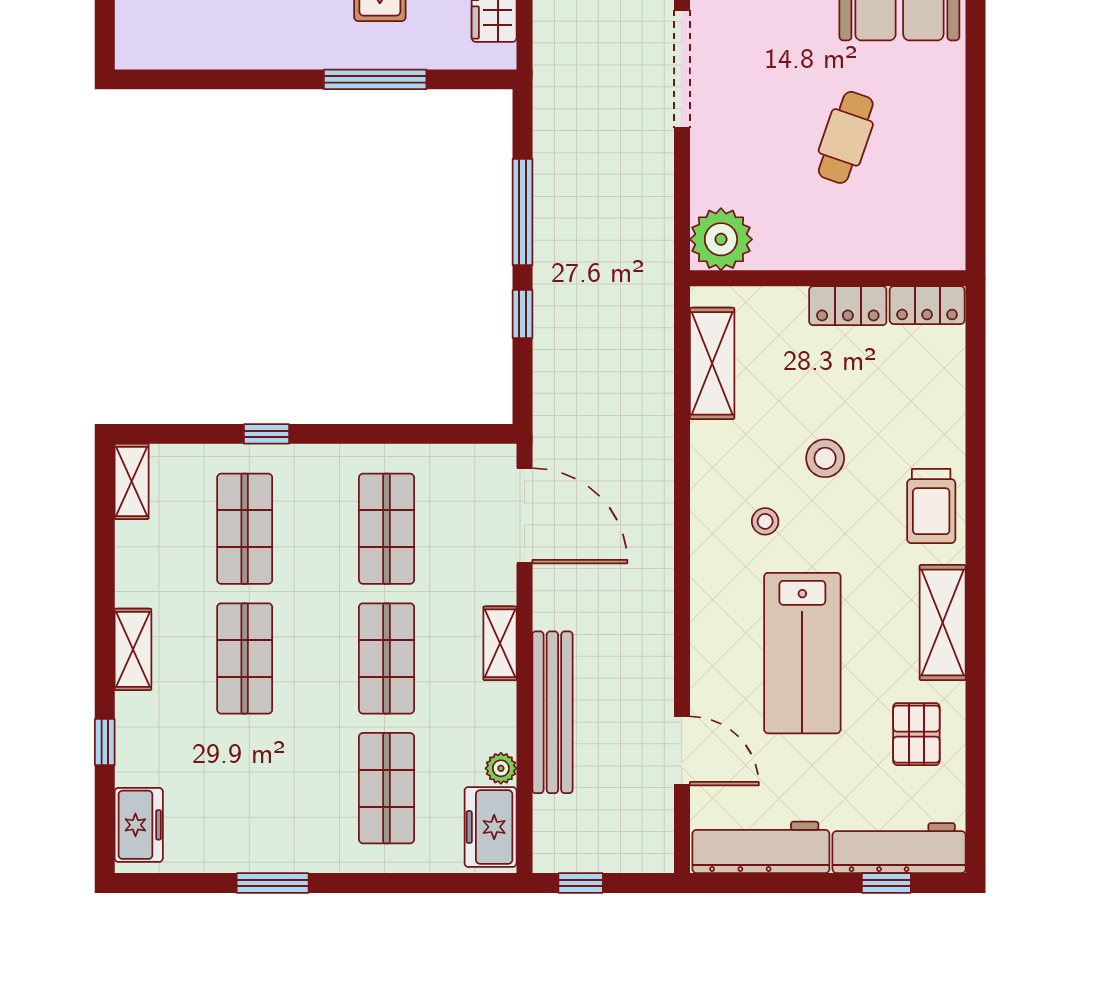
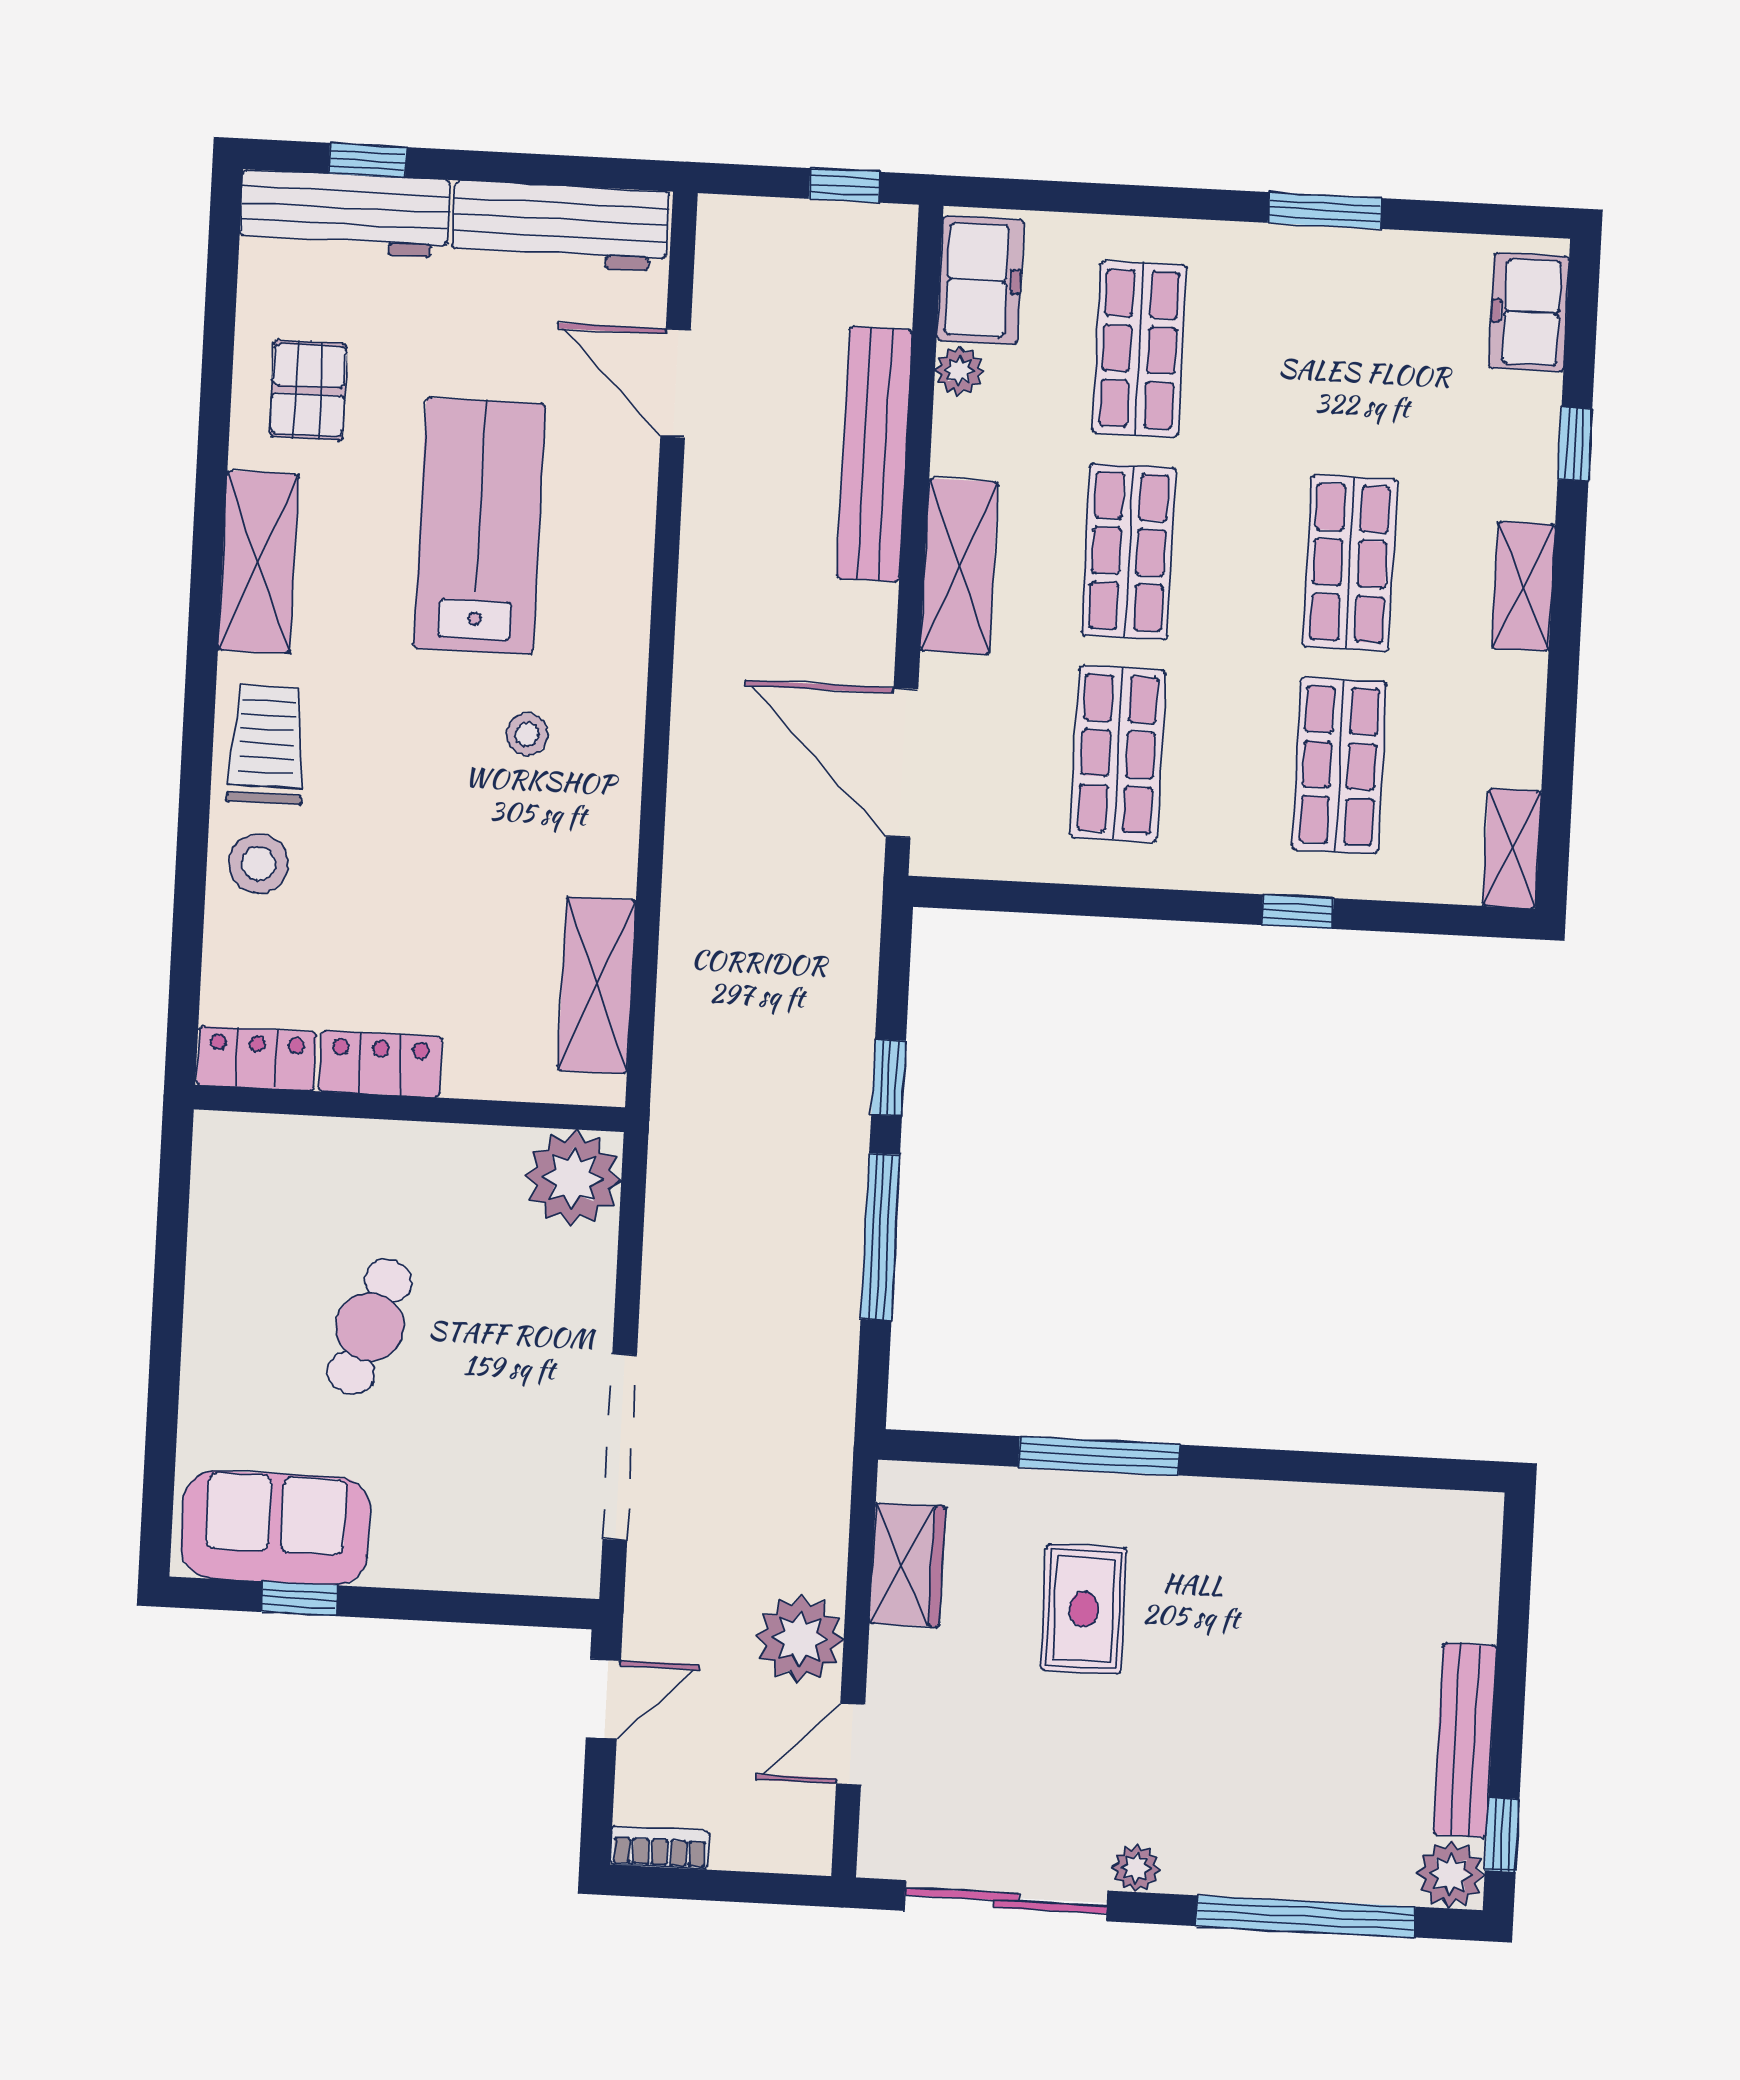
stool: (825, 458) -> (259, 864), moved
shelving: (500, 643) -> (959, 566), width x1.50, depth x1.33

